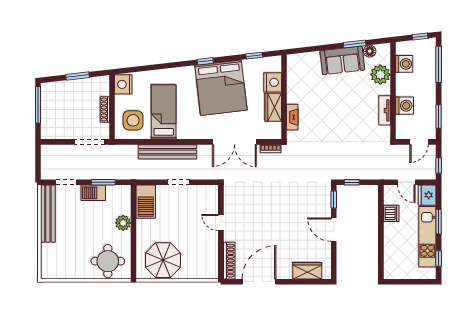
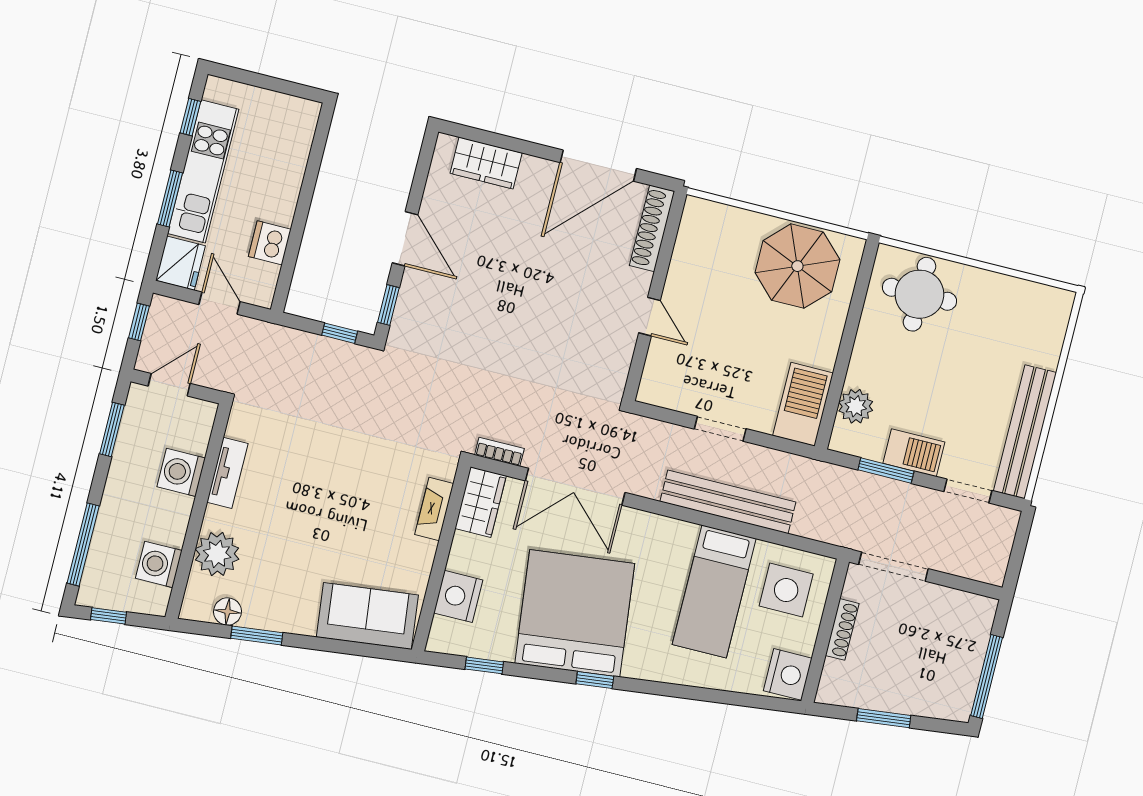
sofa: (342, 60) -> (367, 616), moved
wardrobe: (273, 107) -> (481, 502), moved
double door: (234, 142) -> (575, 487), swing flipped
plant: (123, 223) -> (856, 406), moved

